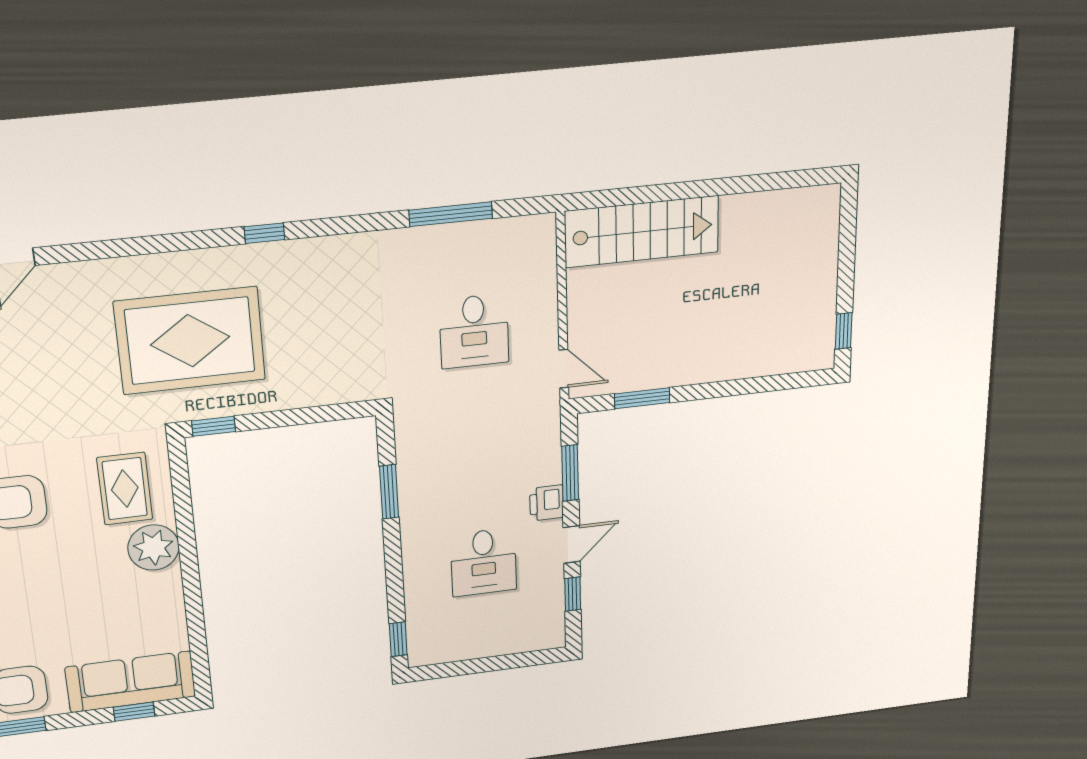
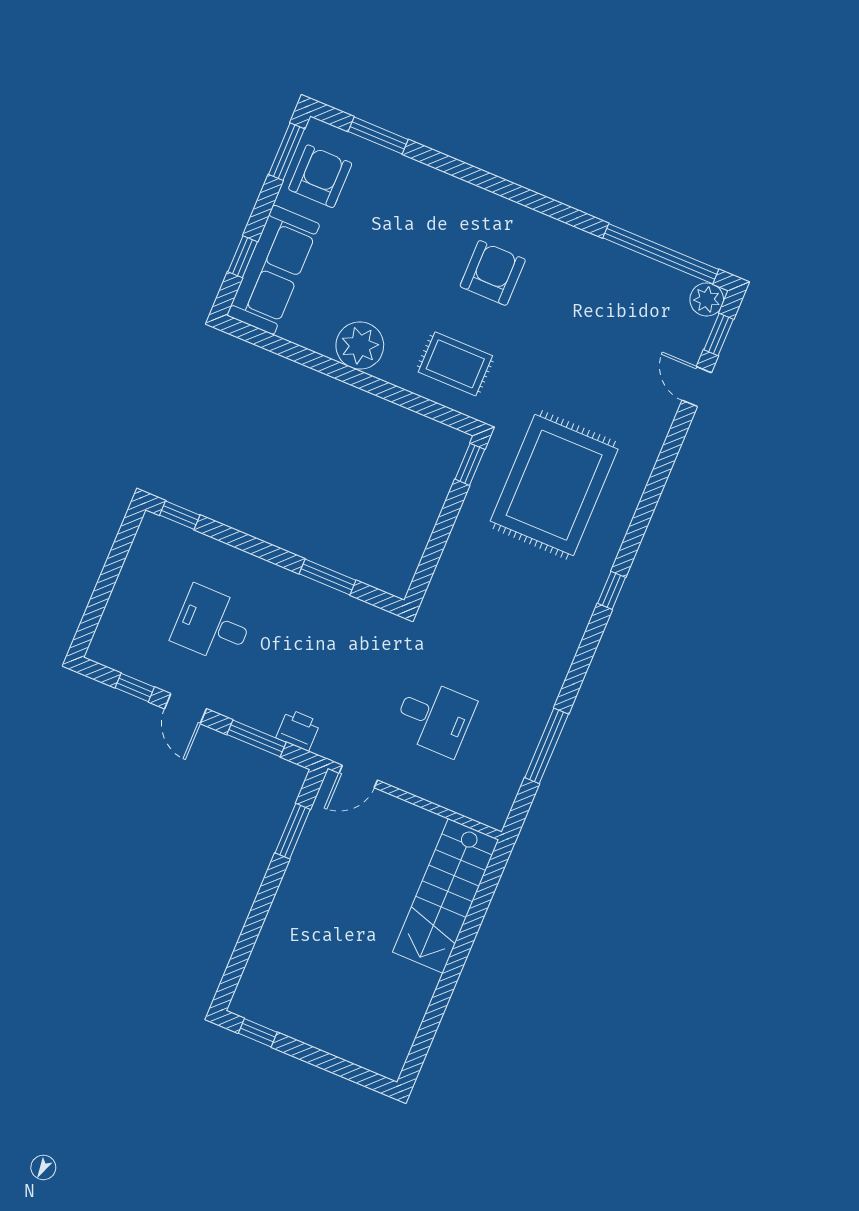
desk: (474, 331) -> (434, 717), turned 180
printer: (547, 503) -> (298, 730), moved
plant: (153, 548) -> (360, 346), moved

